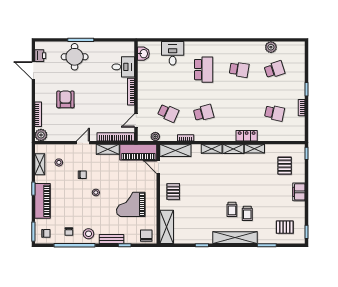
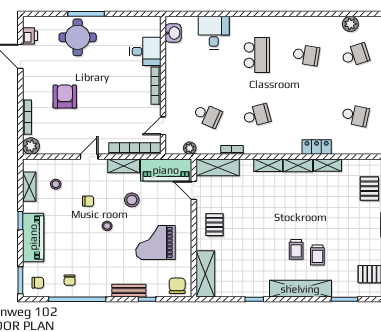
stool: (89, 234) -> (132, 200), moved

